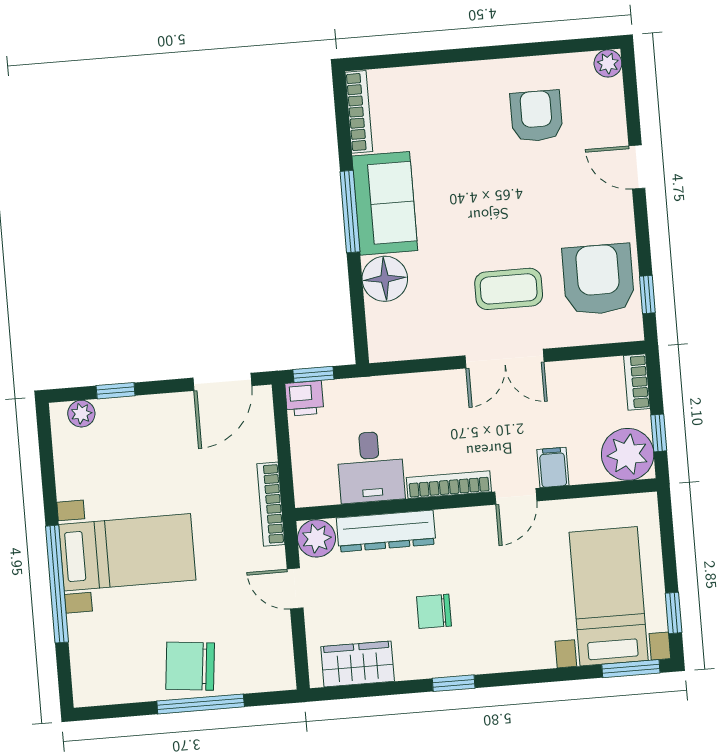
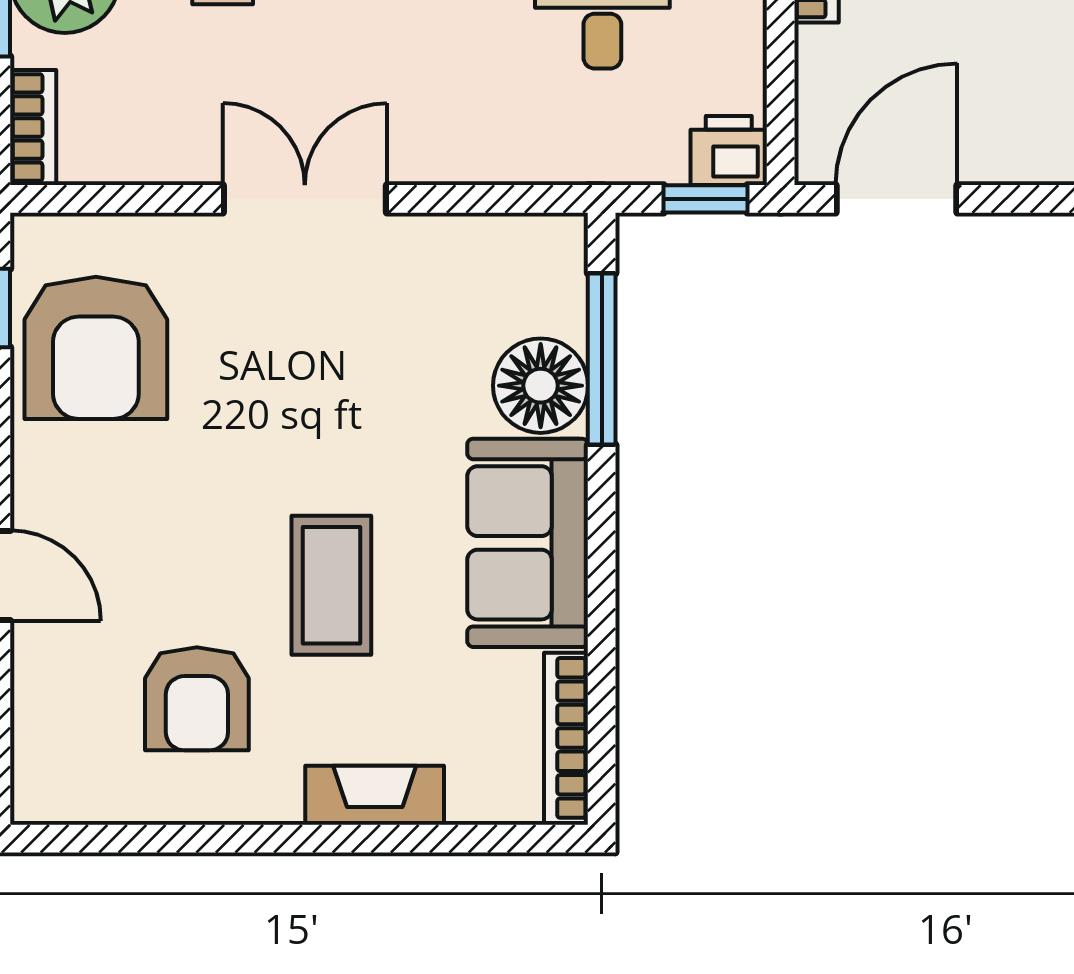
plant: (608, 63) -> (39, 796), removed
fireplace: (448, 77) -> (375, 795), added
window: (350, 212) -> (602, 359), moved
coffee table: (509, 289) -> (331, 585), moved, turned 90

